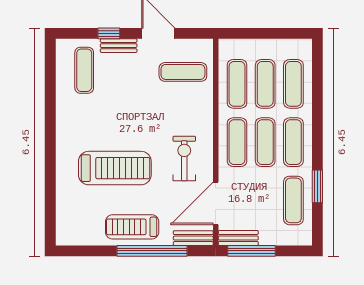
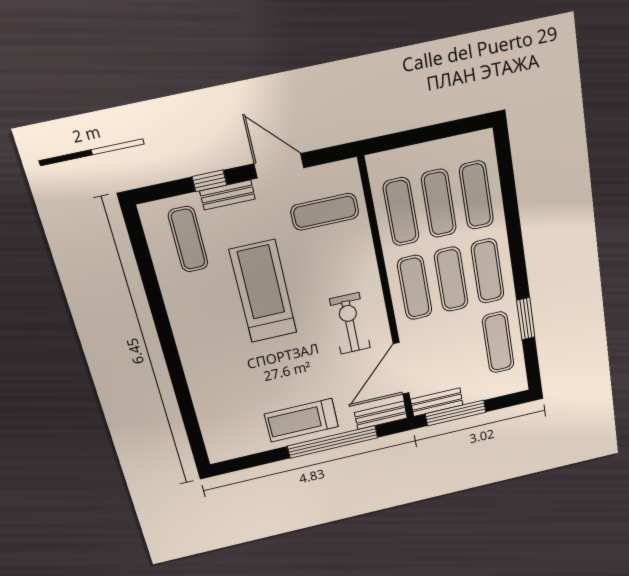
treadmill: (115, 168) -> (263, 291), moved, turned -90

